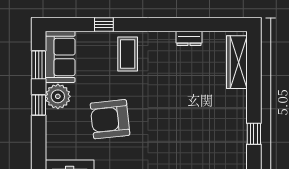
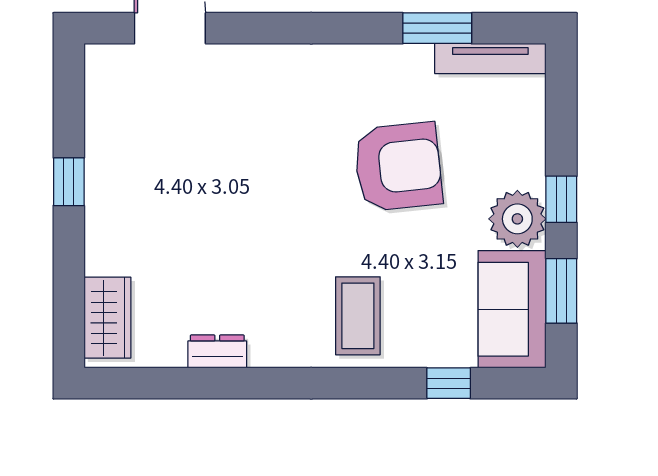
window: (104, 25) -> (449, 383), moved
wardrobe: (237, 62) -> (108, 318), width x0.67
window: (254, 134) -> (69, 182), moved

